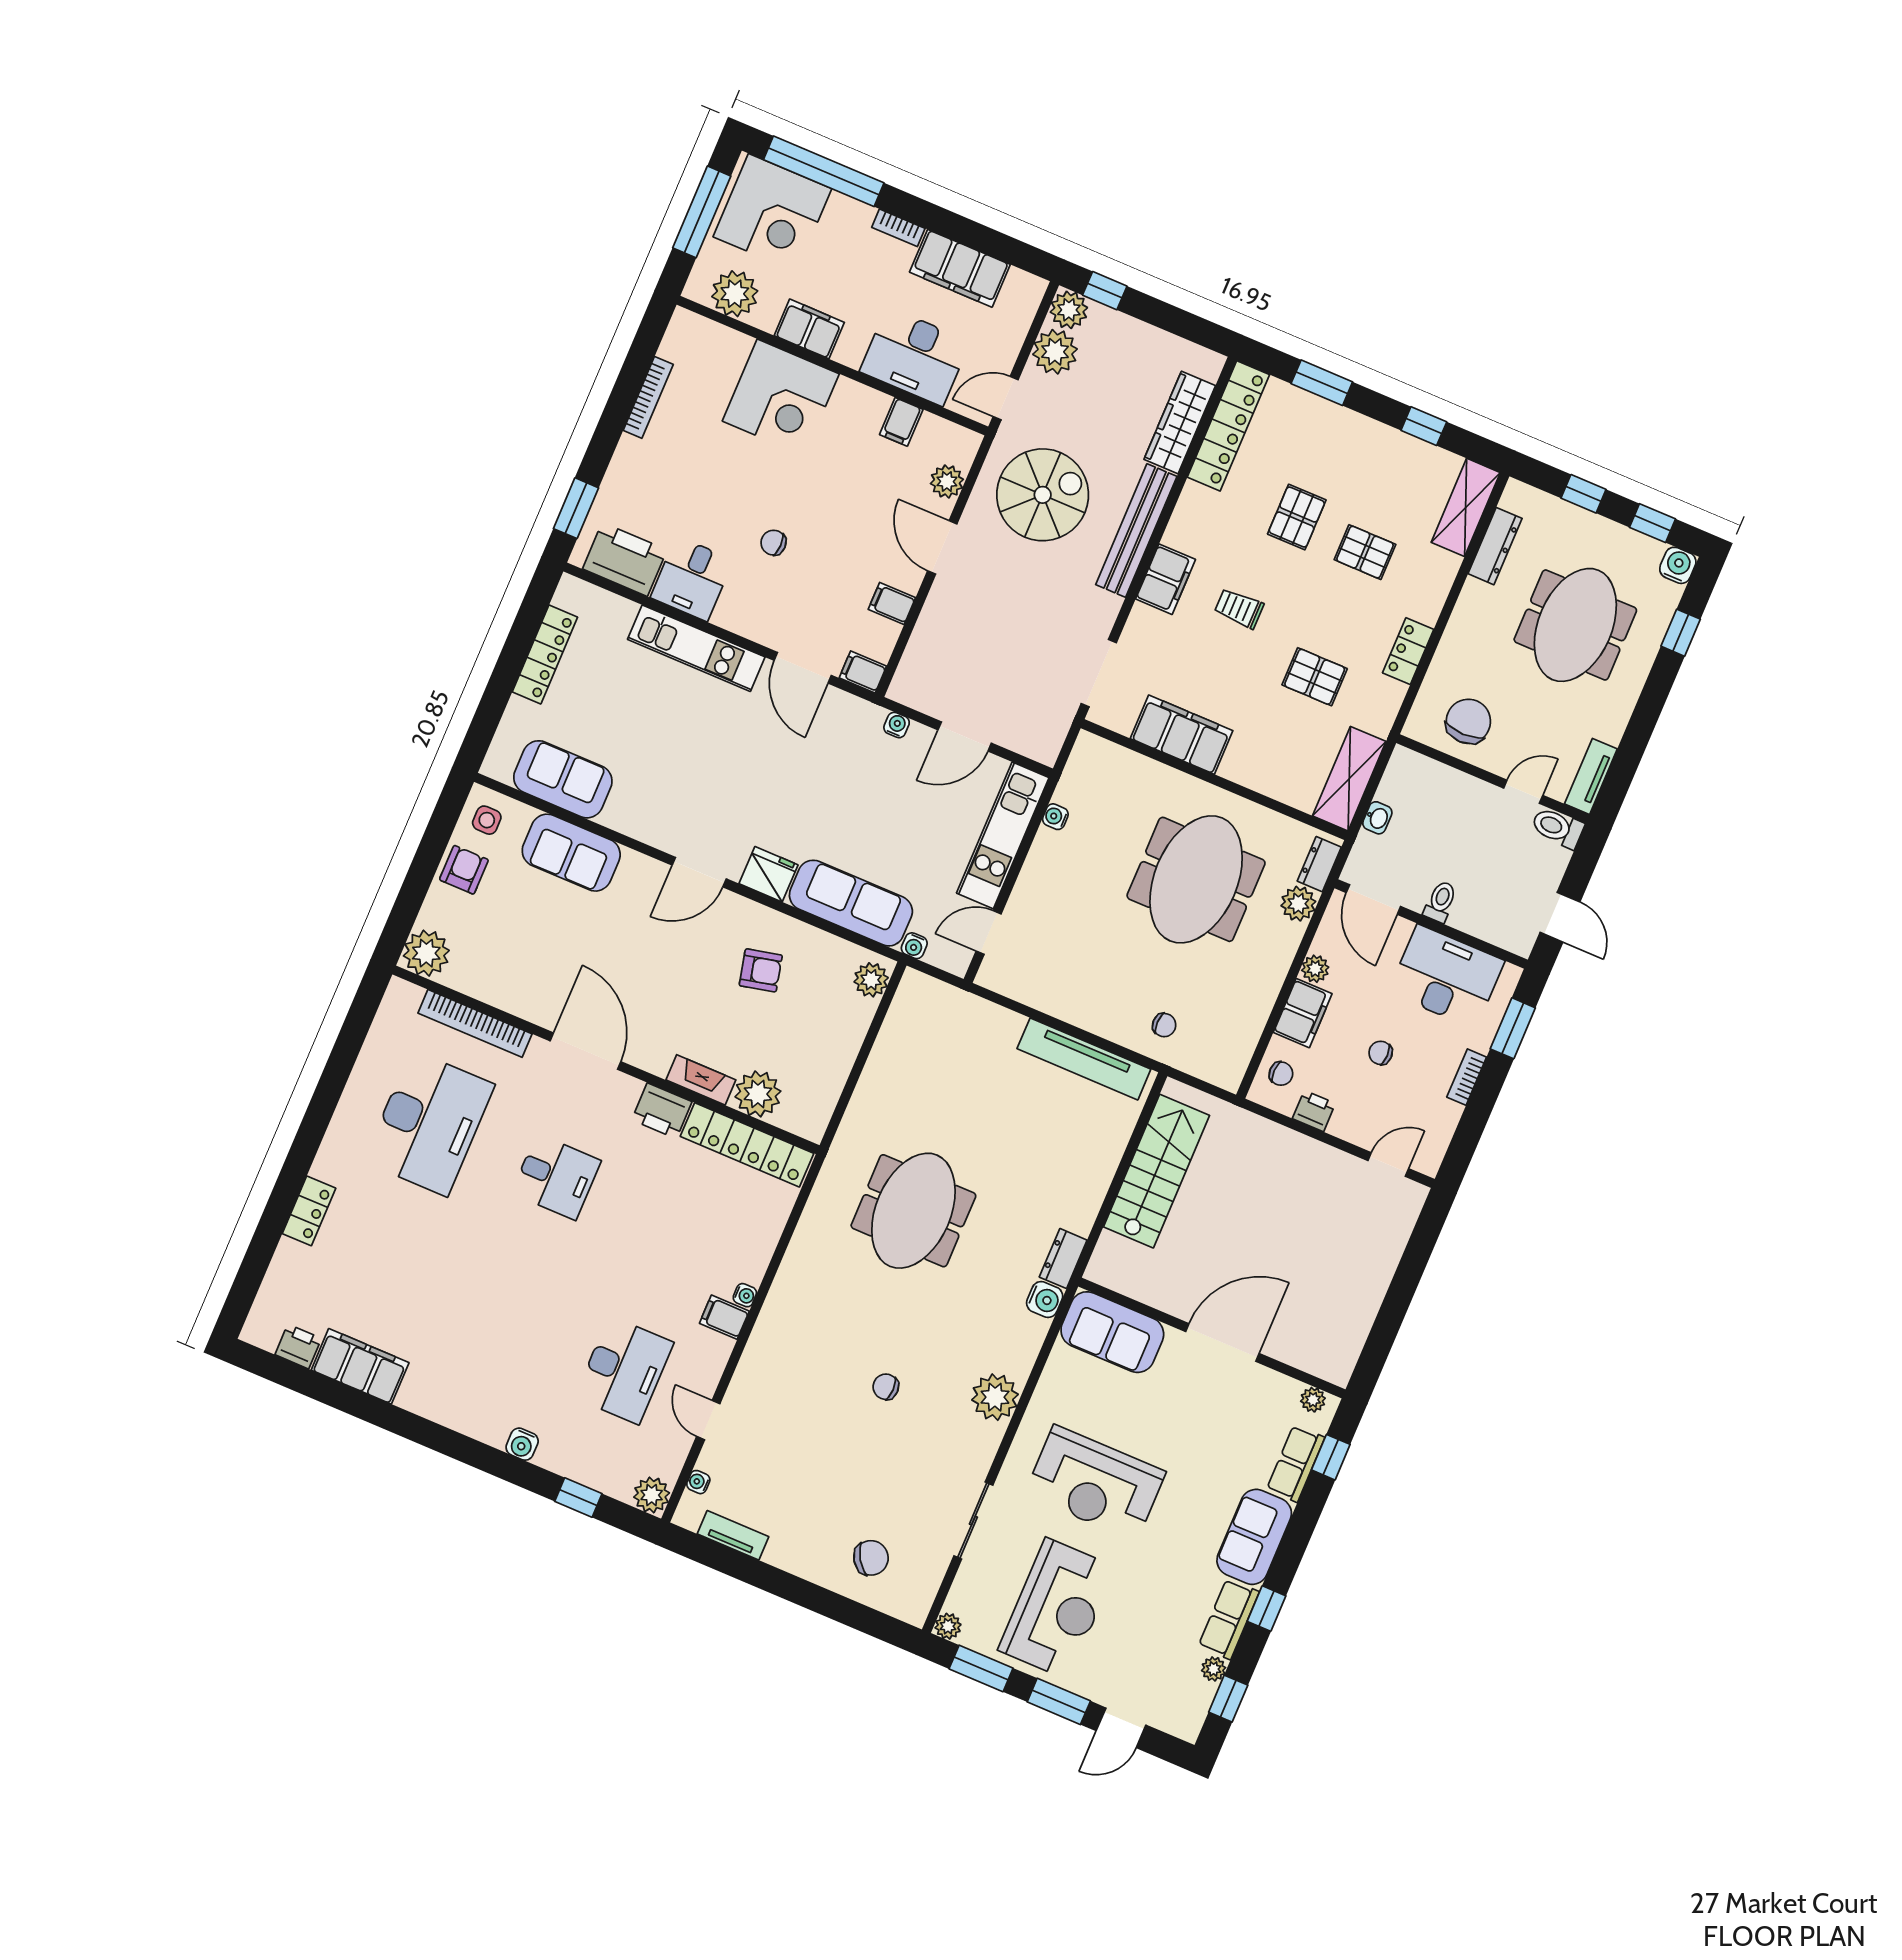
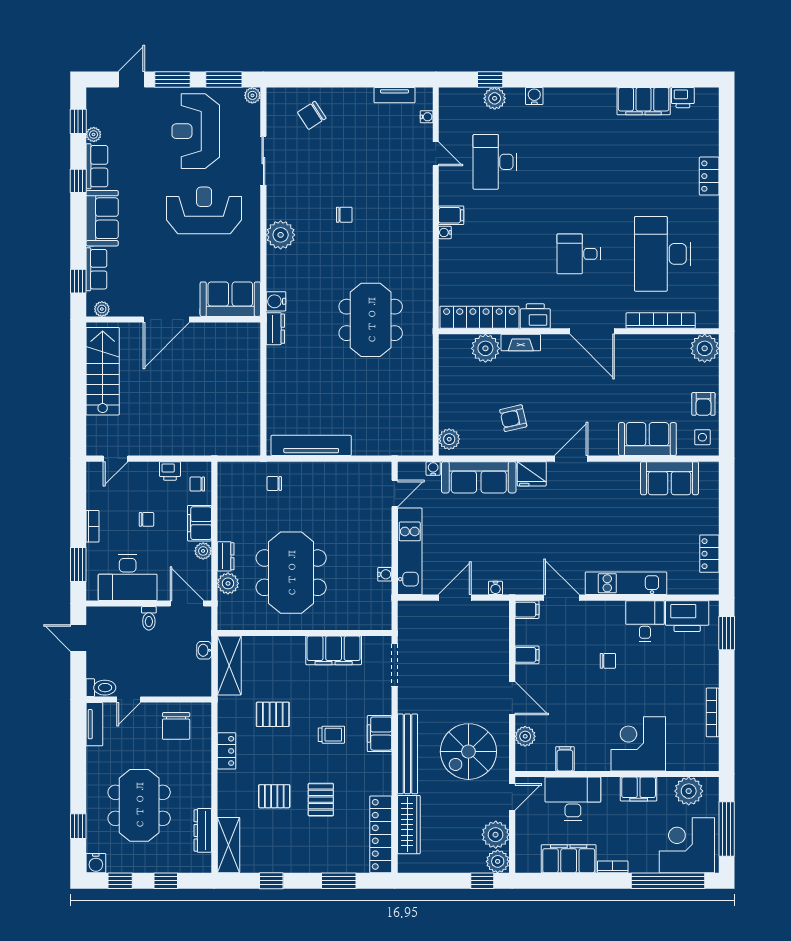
locker: (545, 655) -> (709, 554), width x0.66
dresser: (1319, 864) -> (226, 556), moved
stairs: (1156, 1171) -> (103, 371), moved, turned 180
plant: (652, 1495) -> (495, 98), moved

